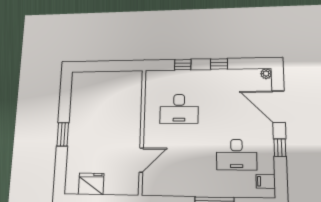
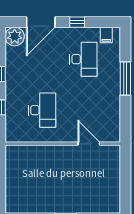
plant: (266, 74) -> (15, 37), width x1.88, depth x1.88
fridge: (91, 184) -> (111, 189), removed

